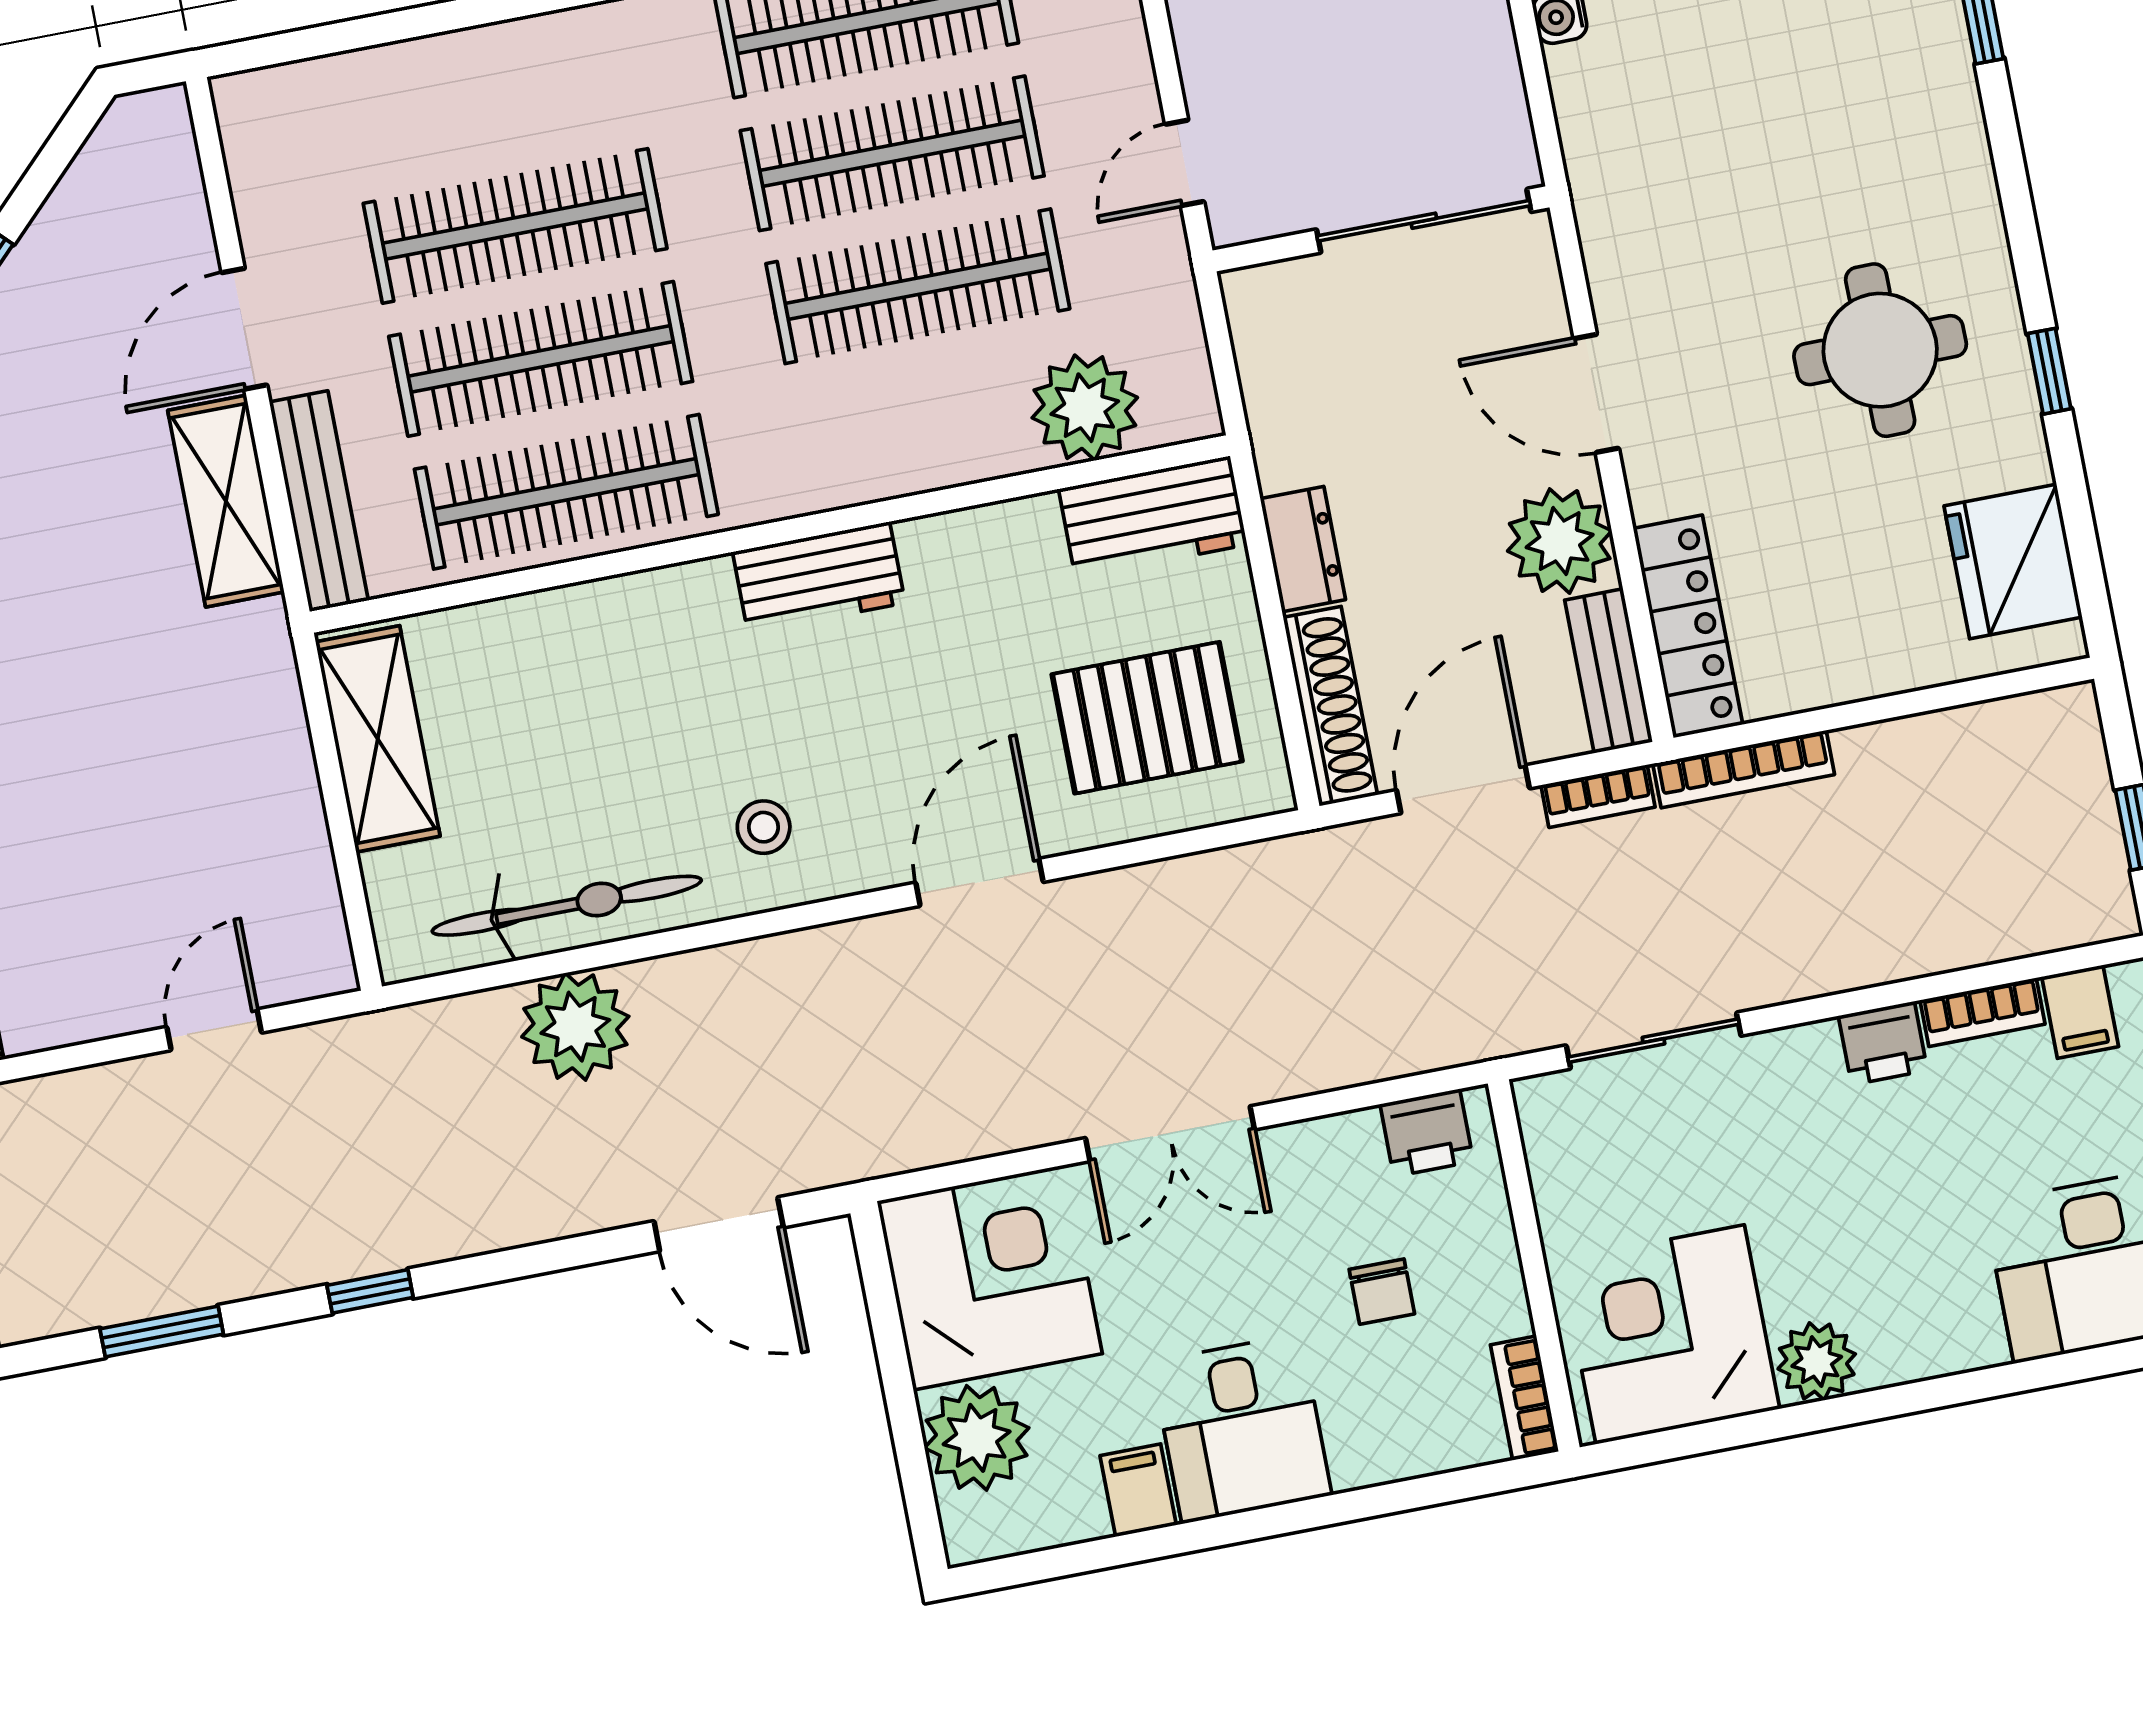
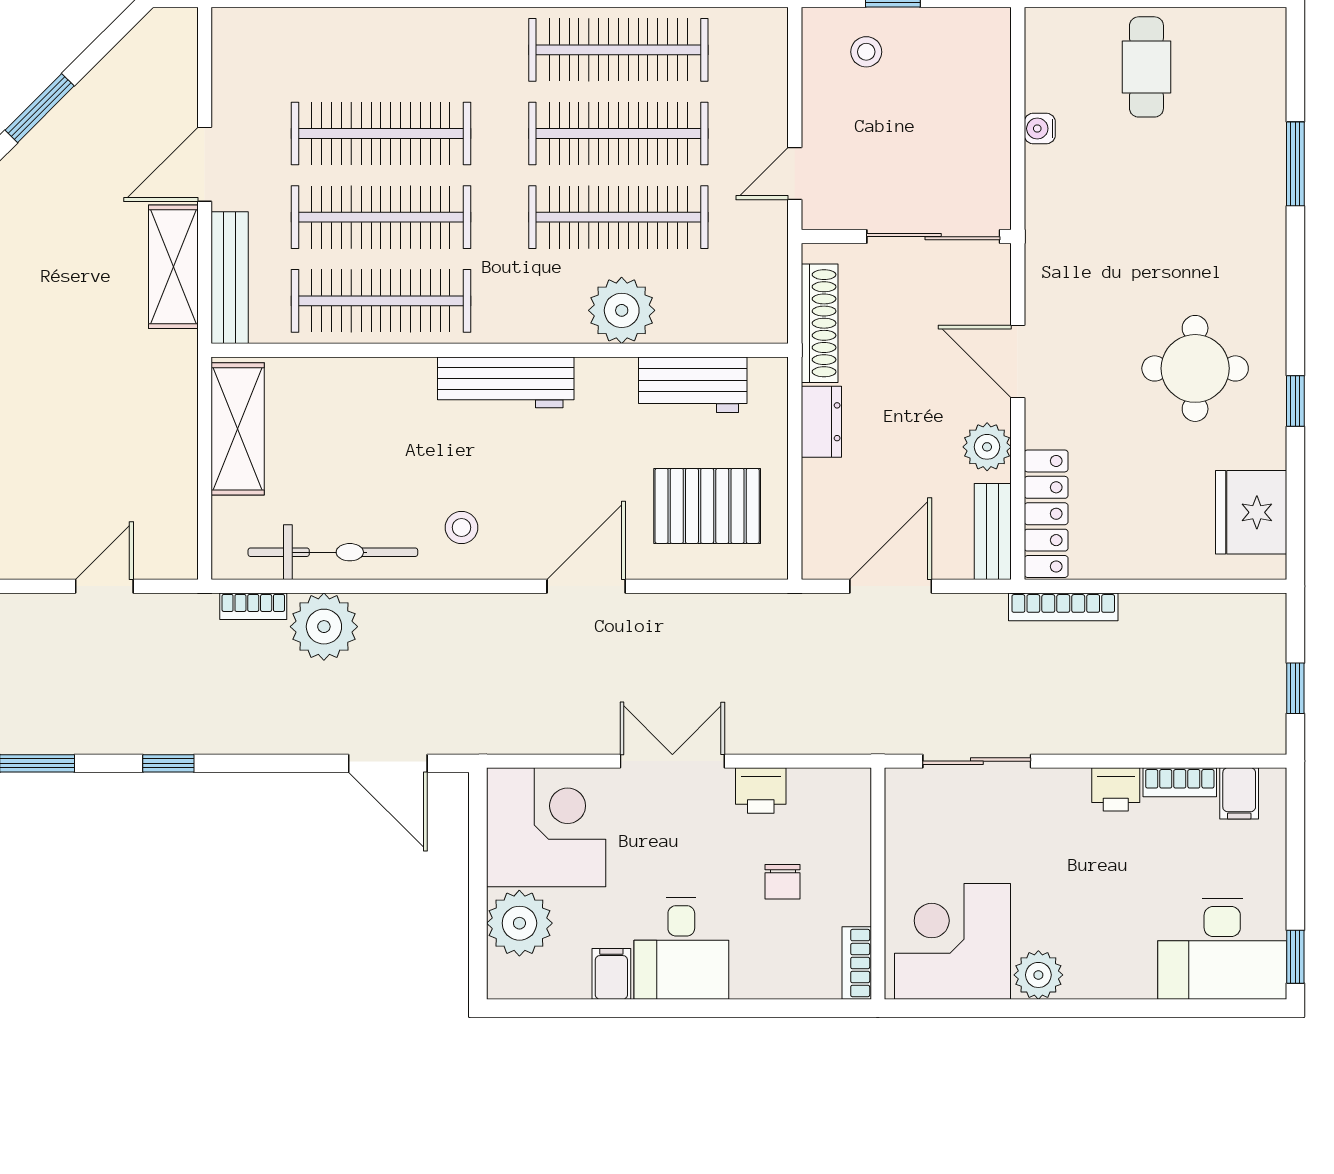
plant: (1085, 408) -> (622, 310), moved
workbench: (1153, 517) -> (693, 385), moved
plant: (1560, 541) -> (987, 447), width x0.73, depth x0.73
workbench: (819, 577) -> (506, 382), width x1.38
shoe rack: (1330, 706) -> (820, 323), moved
bookcase: (1598, 796) -> (253, 606), moved
printer: (1427, 1133) -> (761, 791), moved
double door: (1170, 1134) -> (672, 761), swing flipped

